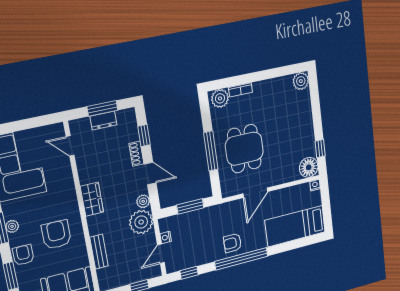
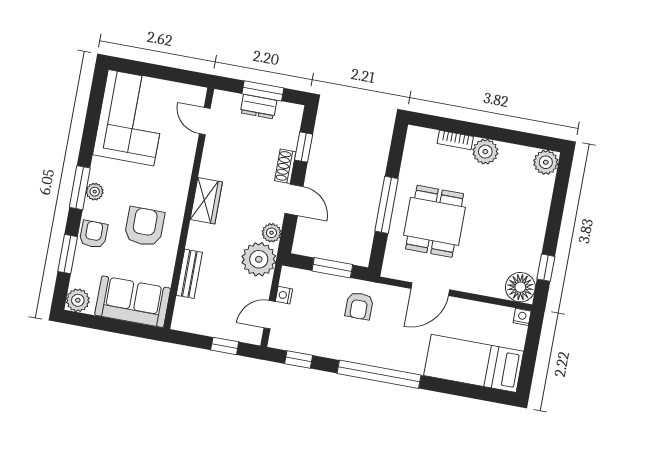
plant: (220, 98) -> (485, 152), moved
armchair: (232, 243) -> (359, 306), moved, turned -90

